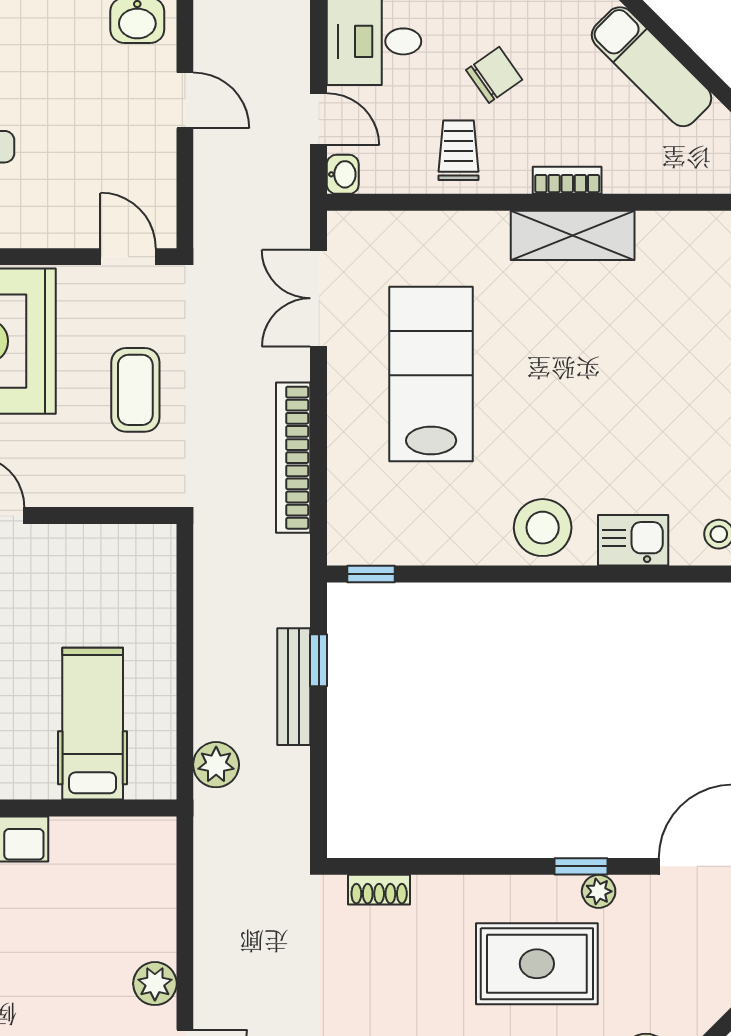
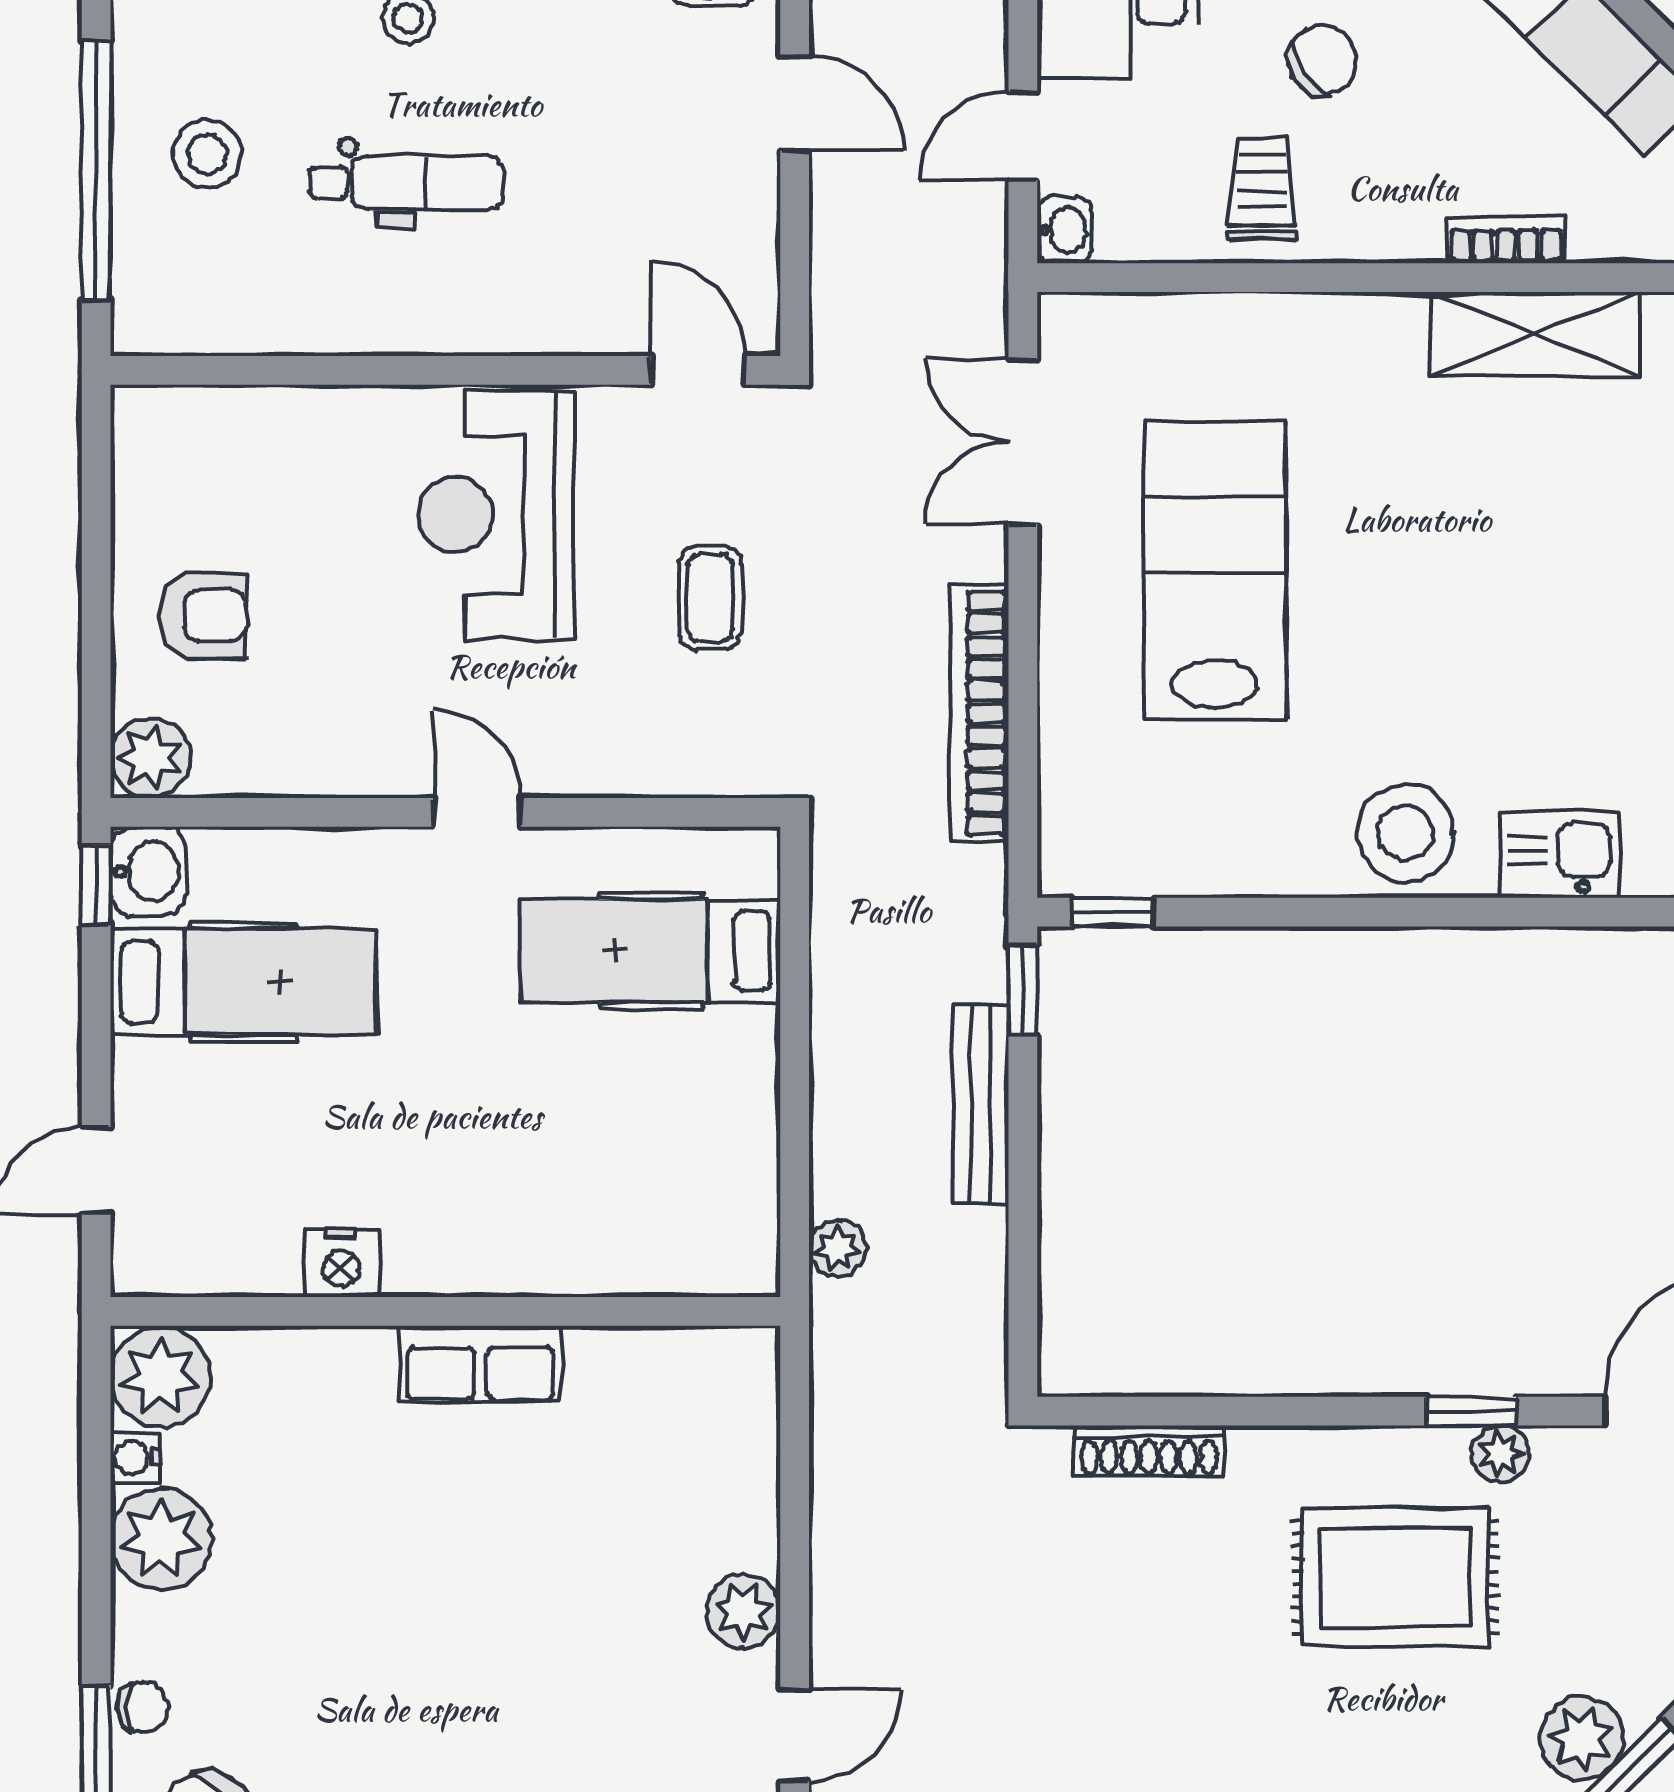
door: (319, 119) -> (1023, 136), swing flipped
bookcase: (567, 180) -> (1506, 240), moved
shelving: (573, 235) -> (1535, 334), moved
coffee table: (135, 390) -> (710, 598), width x0.73, depth x0.77
window: (319, 660) -> (1023, 990), moved
hospital bed: (93, 724) -> (651, 951), moved, turned -90
plant: (216, 765) -> (837, 1248), width x0.73, depth x0.73
shoe rack: (379, 890) -> (1149, 1451), width x1.43

